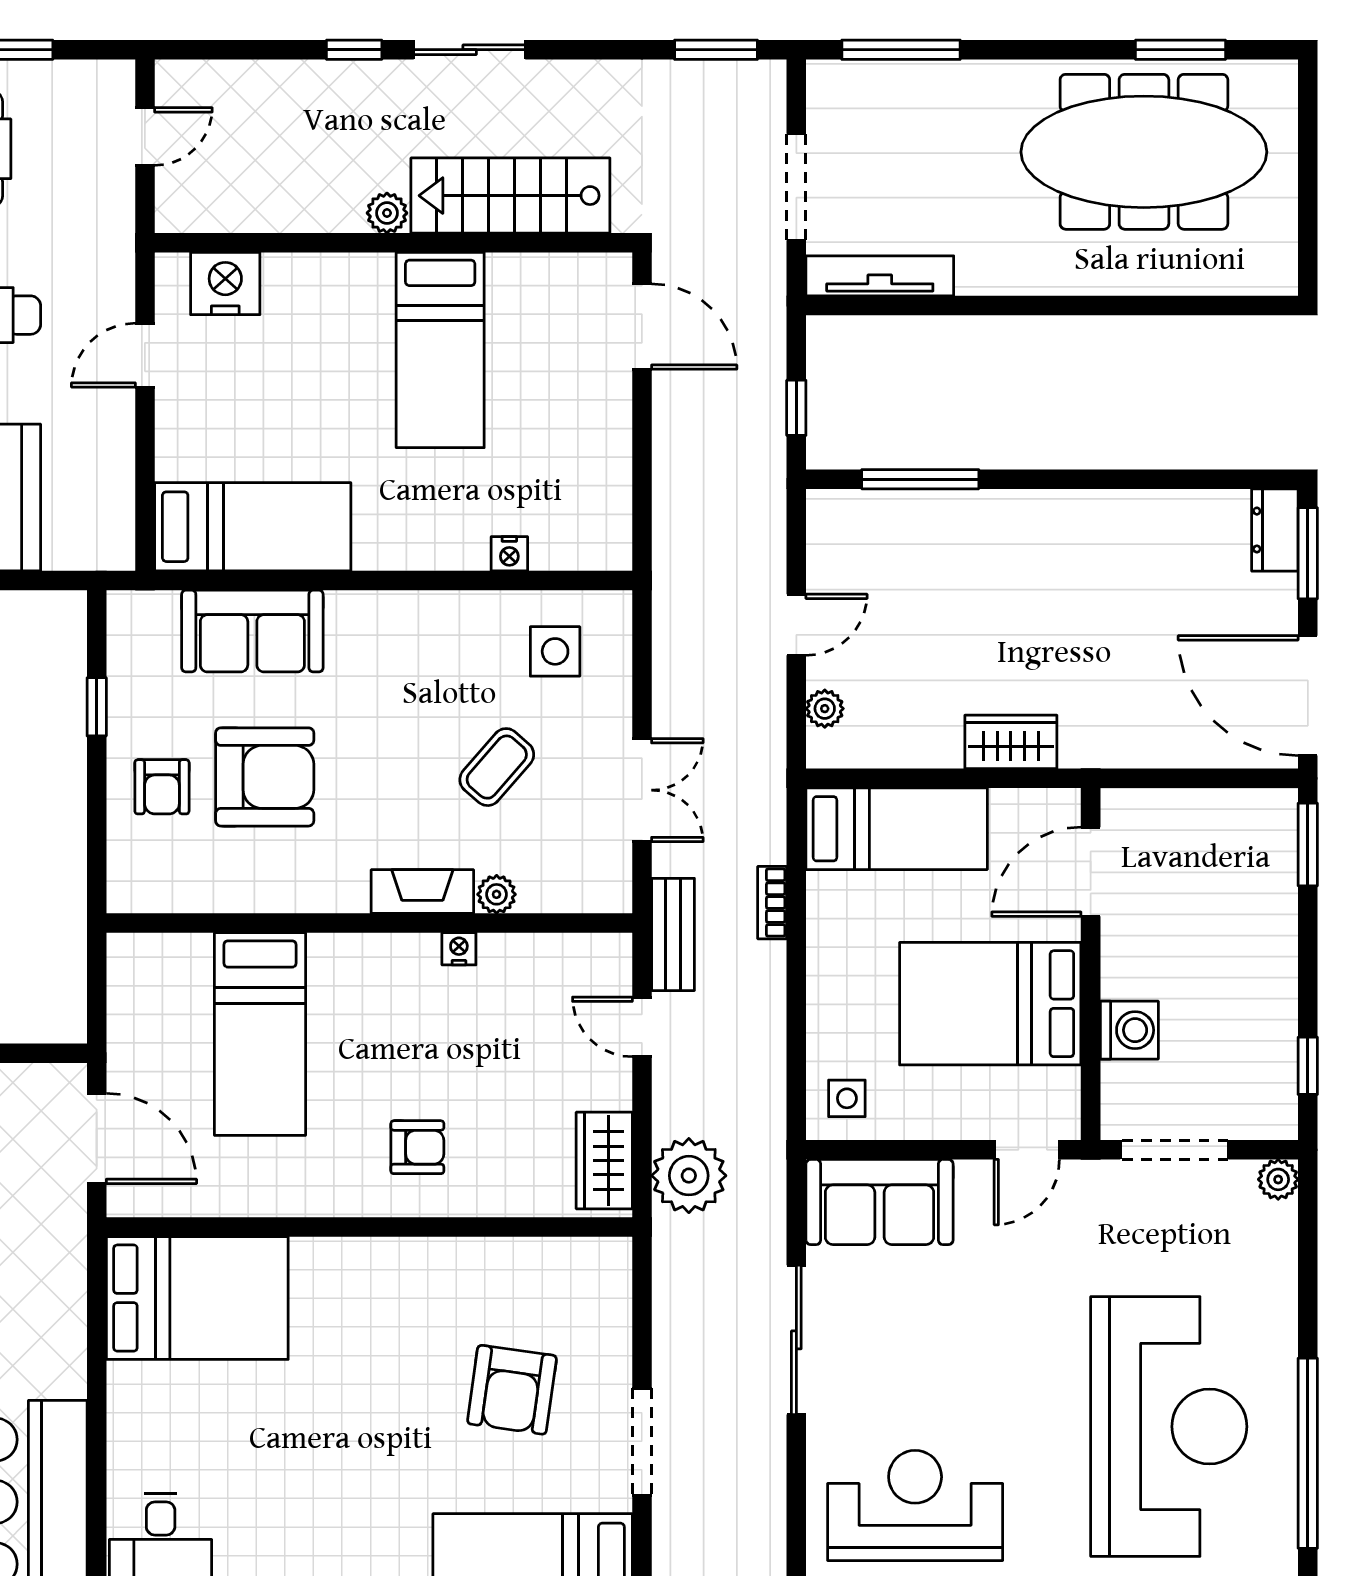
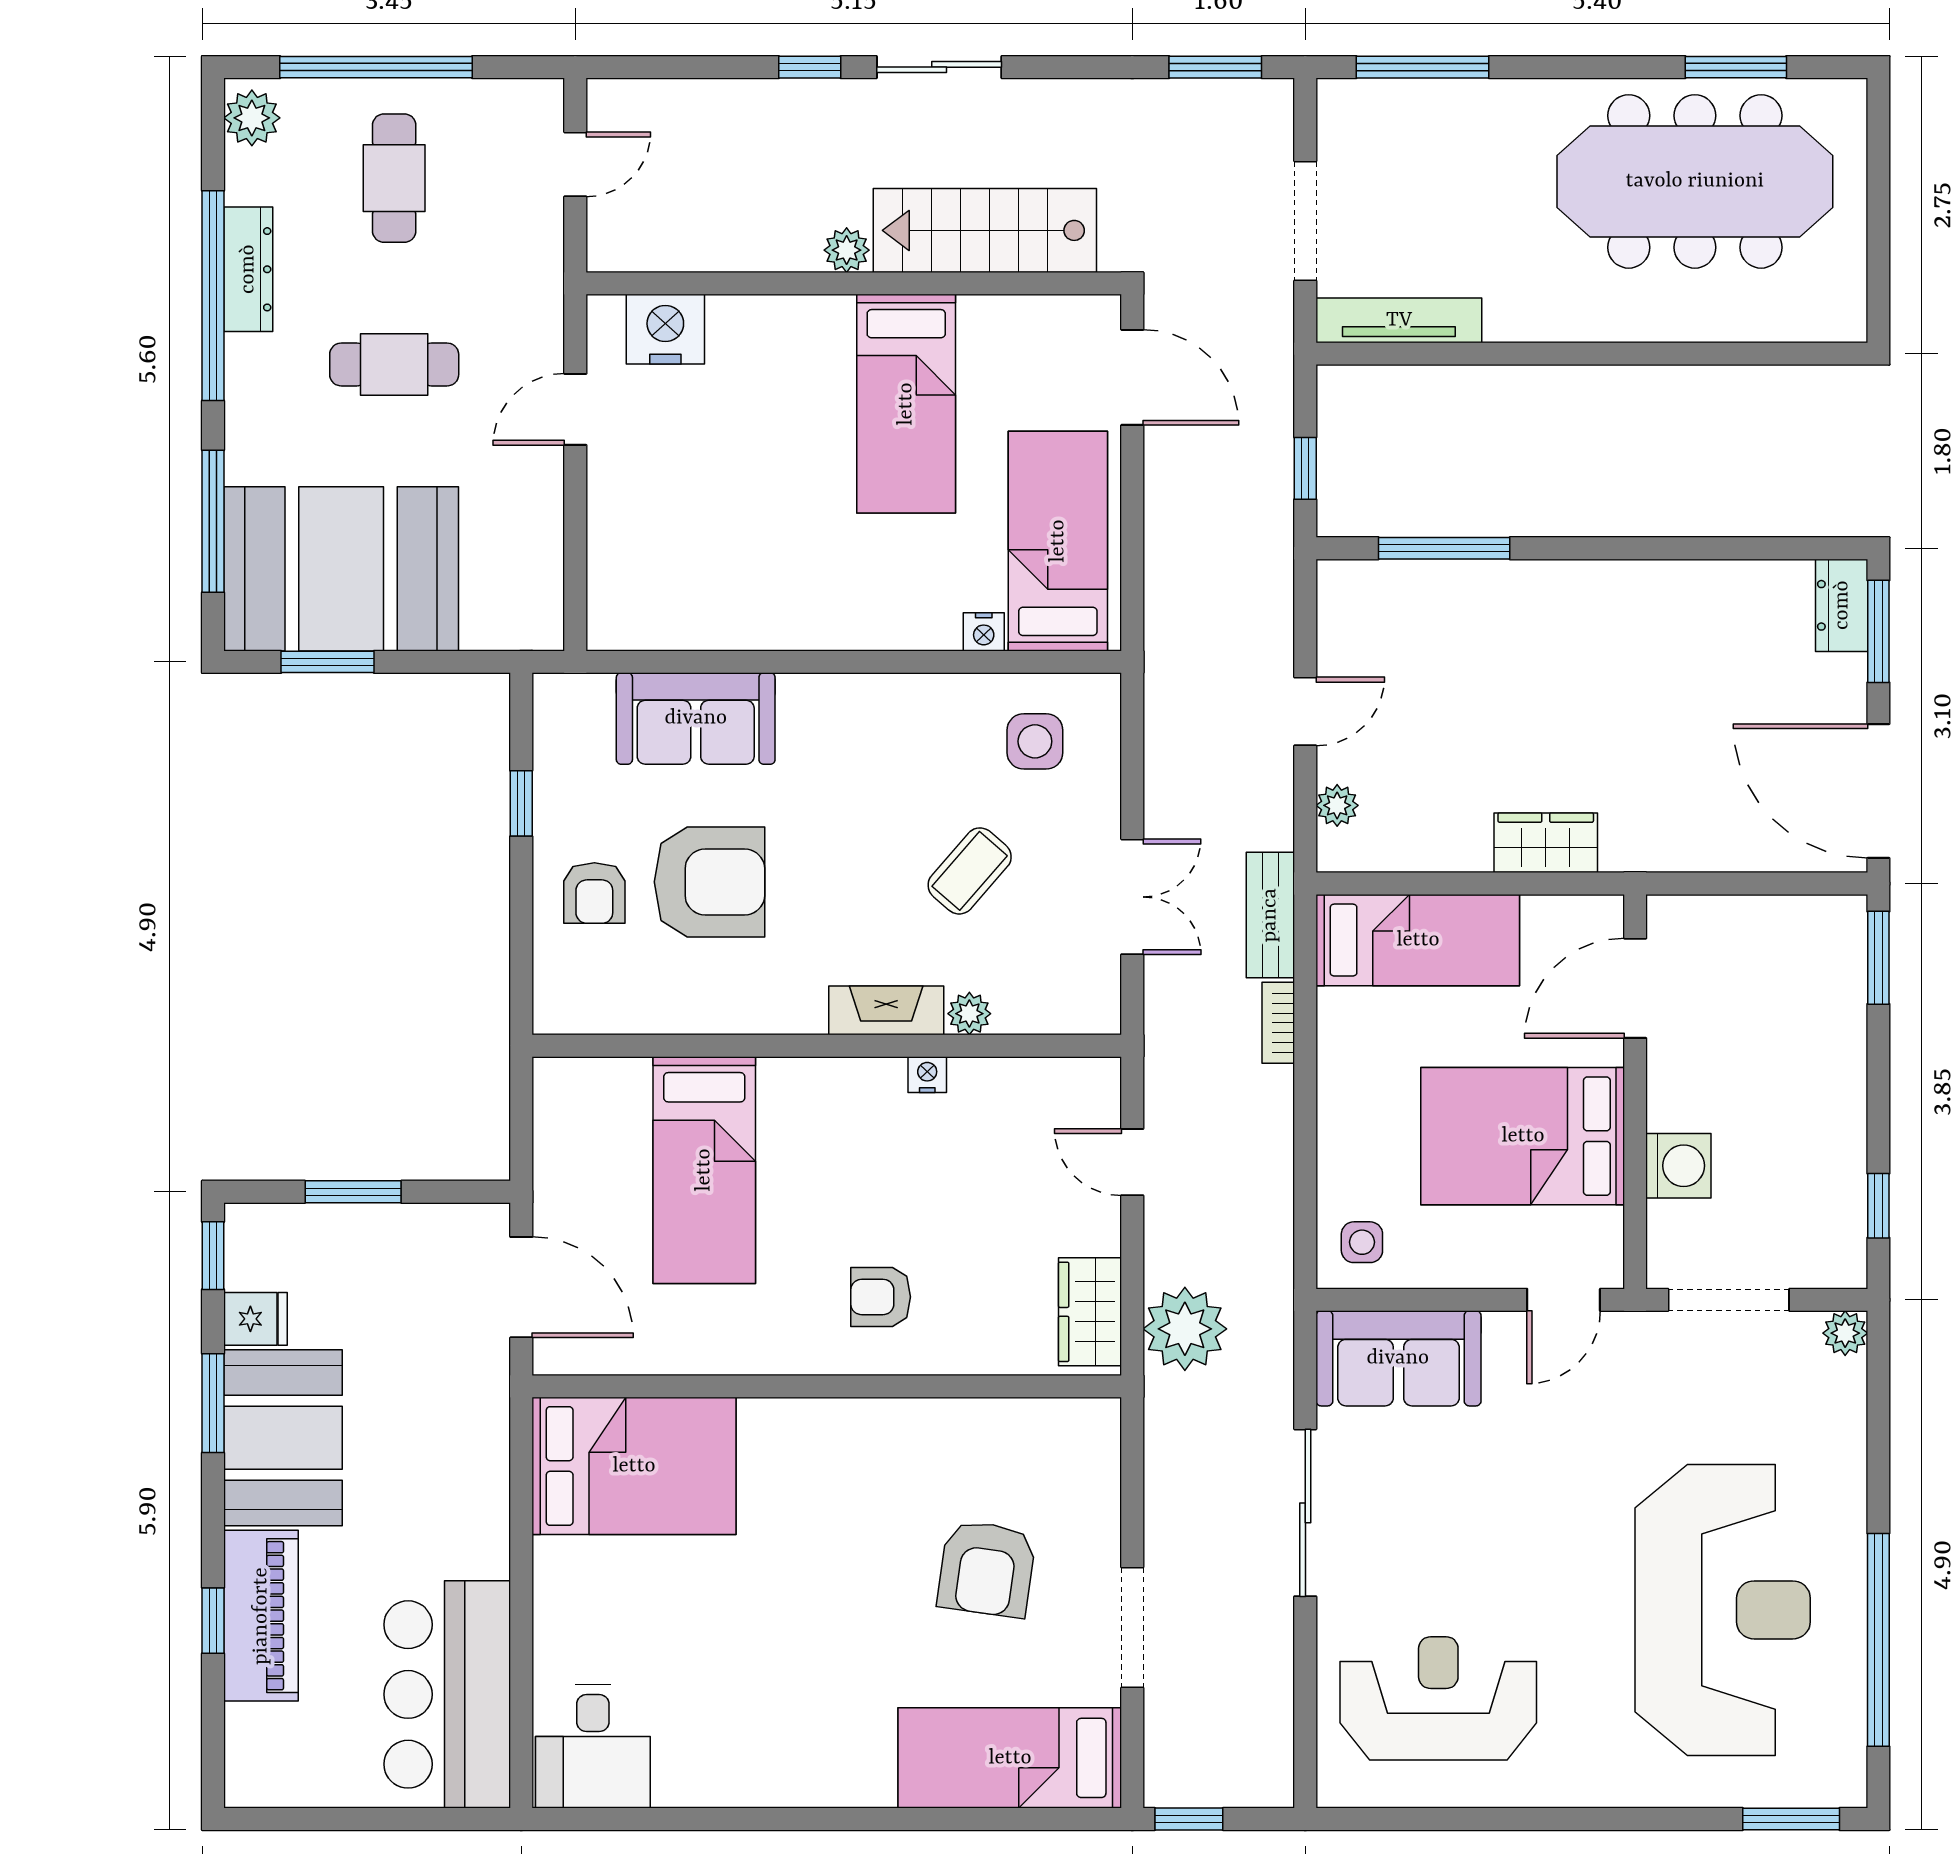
bed: (253, 527) -> (1058, 541), moved, turned -90
bench: (673, 934) -> (1270, 915), moved
armchair: (417, 1147) -> (881, 1297), turned 180

